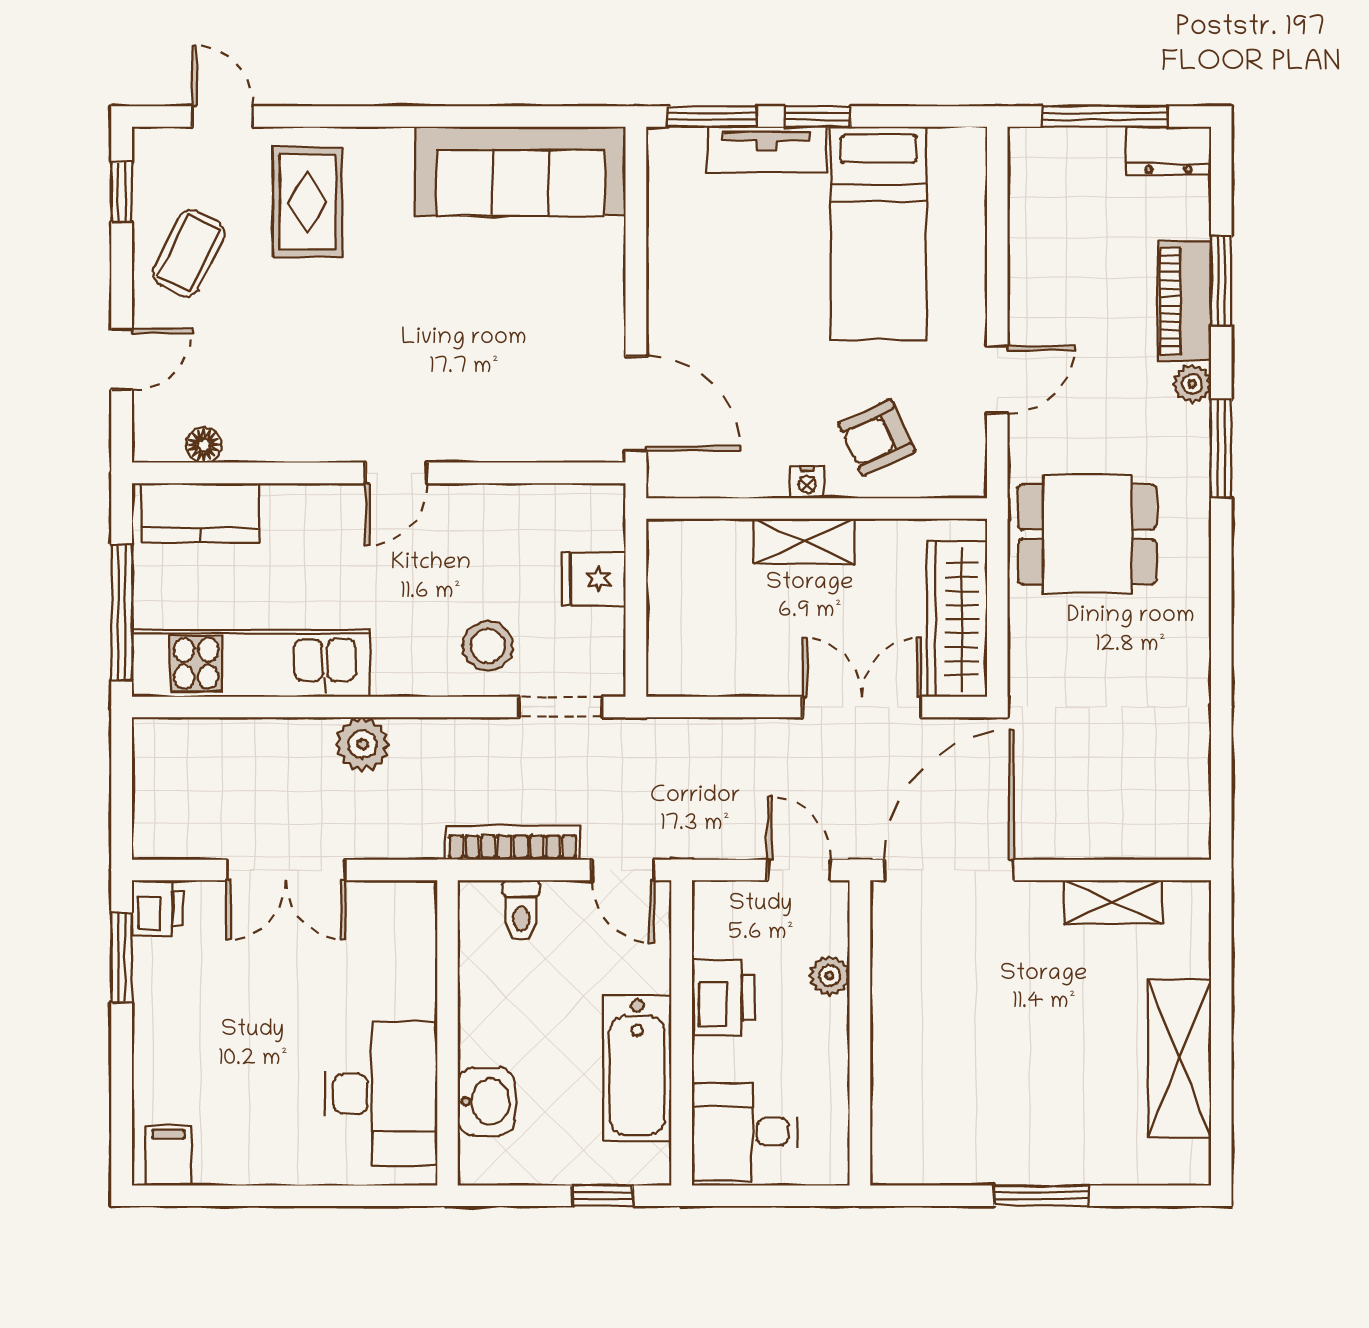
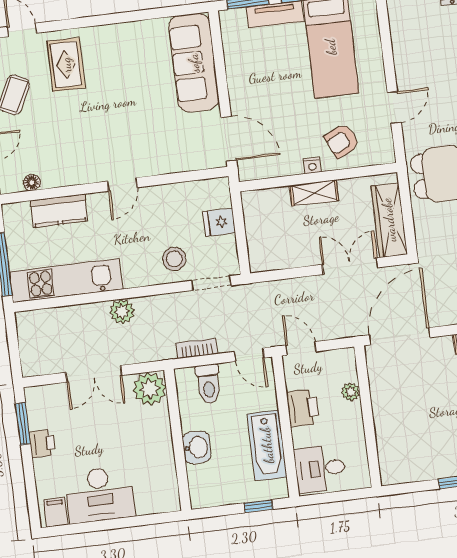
sofa: (521, 171) -> (194, 63), moved, turned 90
kitchen counter: (200, 512) -> (59, 211), moved
bookcase: (513, 842) -> (197, 348), width x0.64
door: (799, 870) -> (301, 348), moved
printer: (157, 908) -> (42, 443), moved
toilet: (521, 910) -> (208, 384), width x1.37, depth x1.39
plant: (401, 916) -> (149, 389), added
desk: (381, 1094) -> (100, 495), moved, turned 90
washbasin: (486, 1102) -> (197, 447), moved

